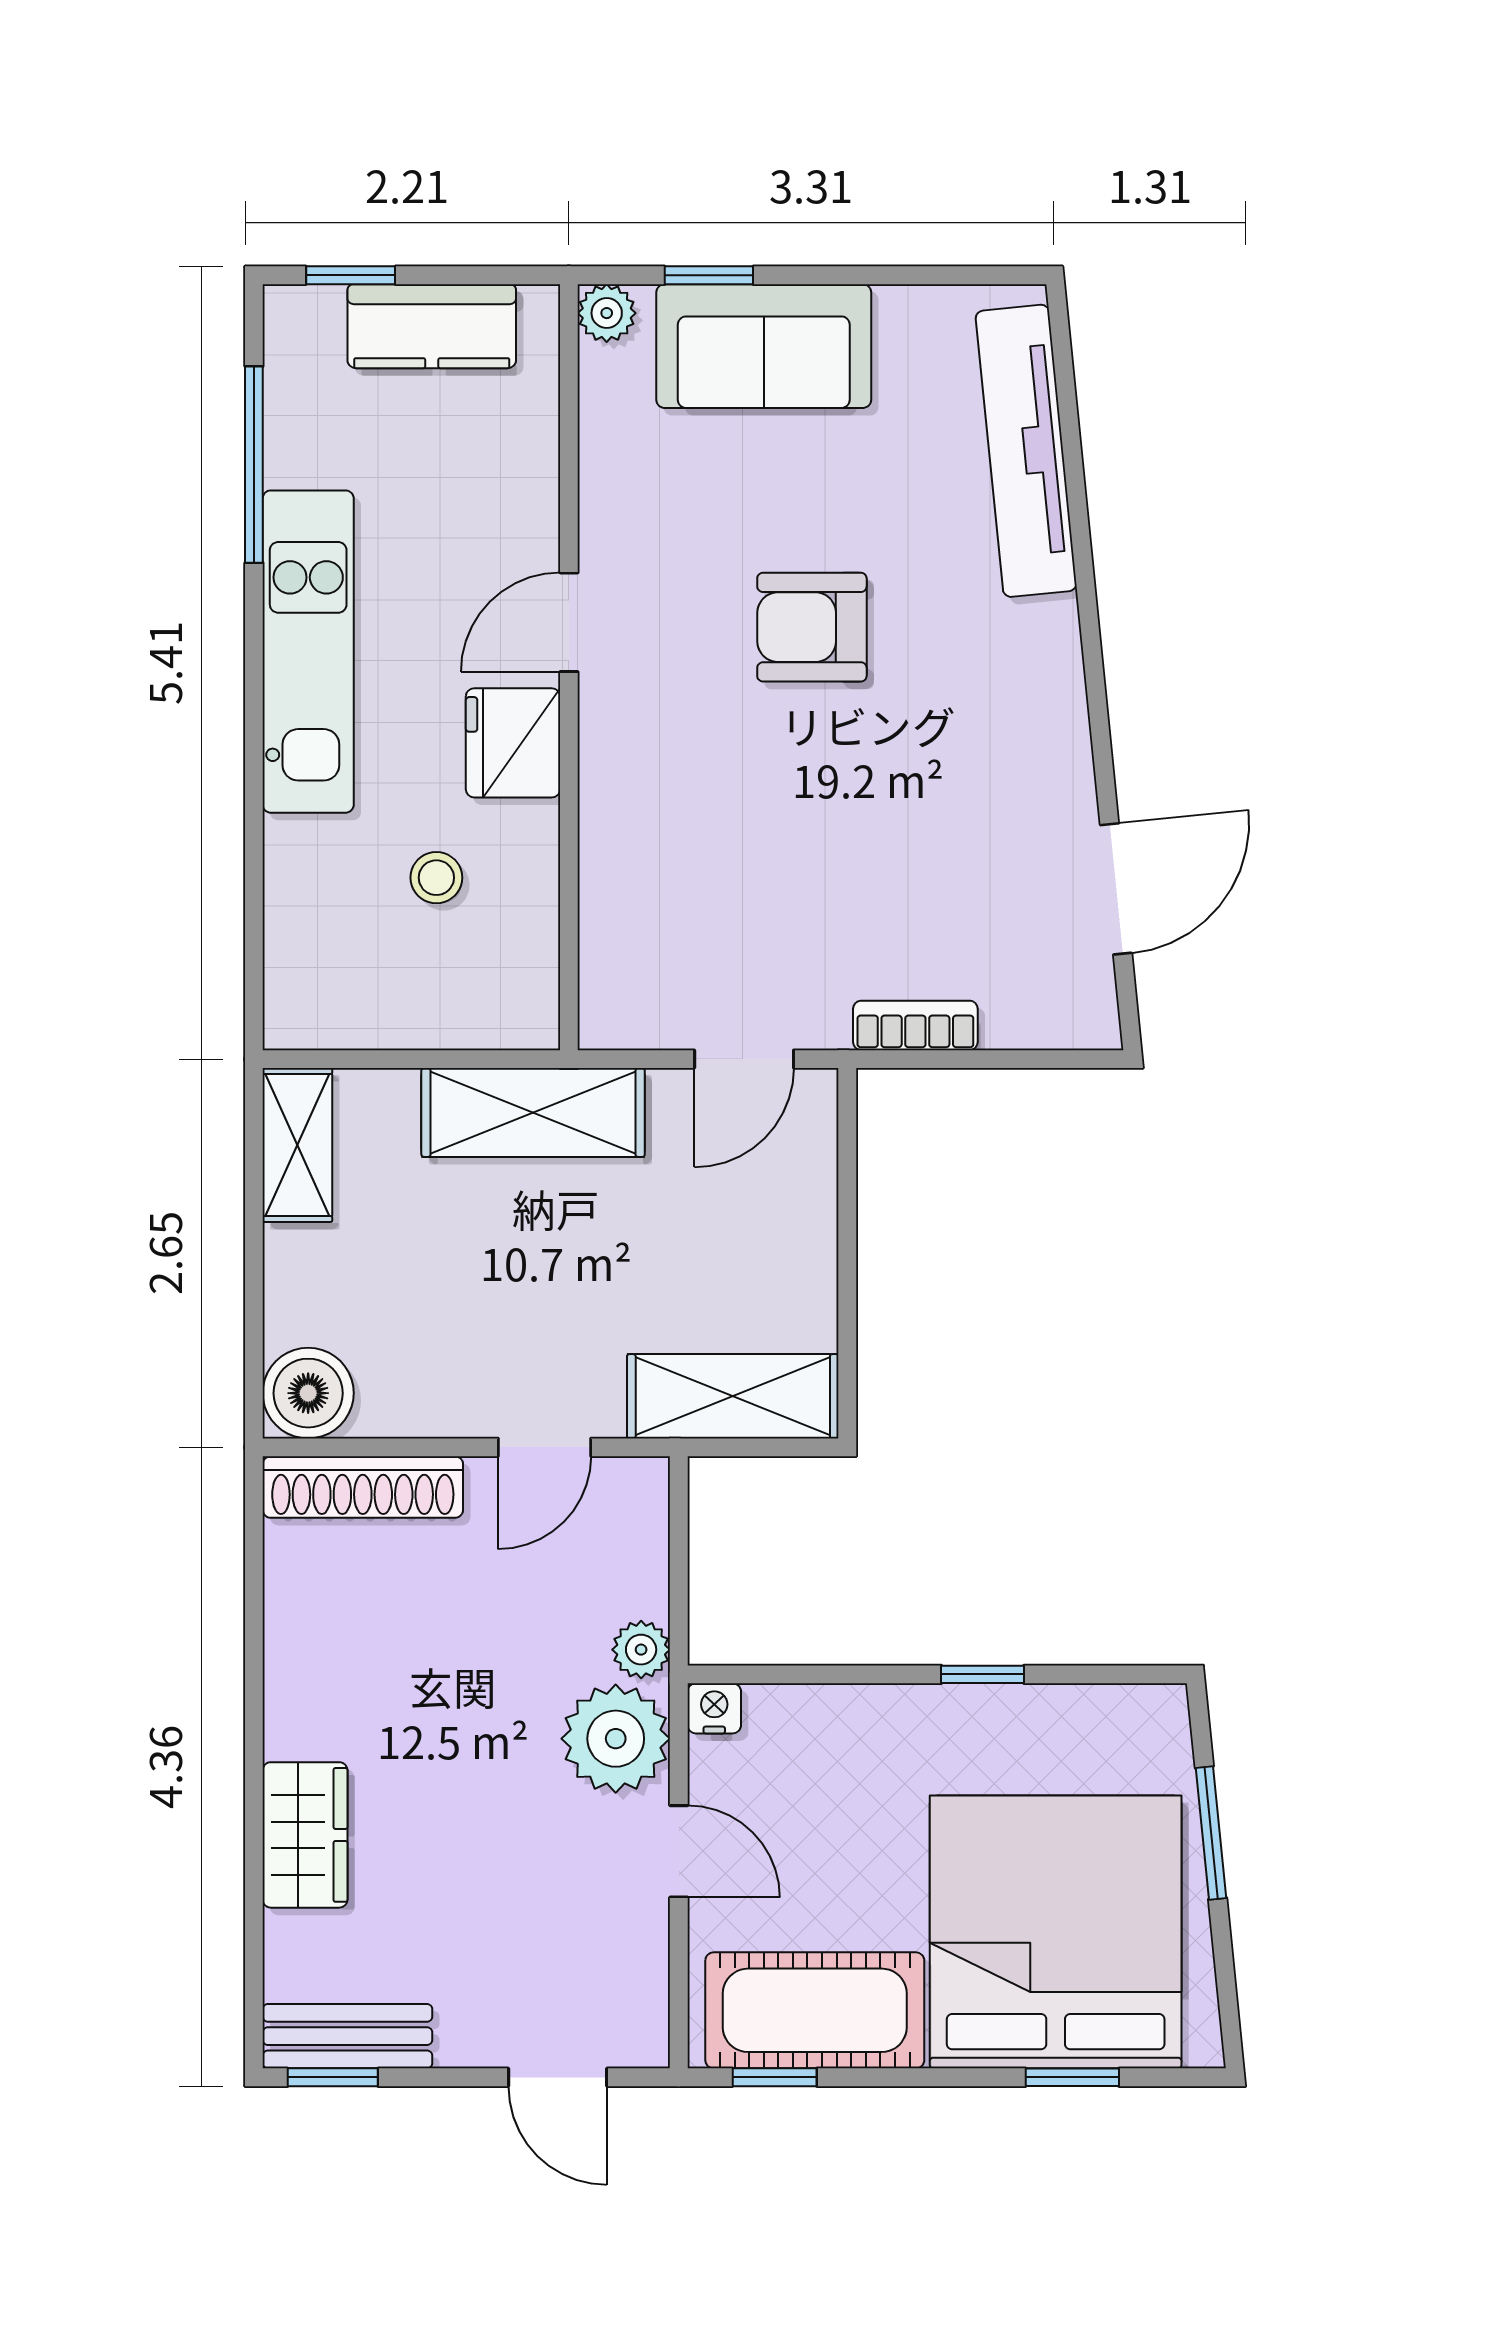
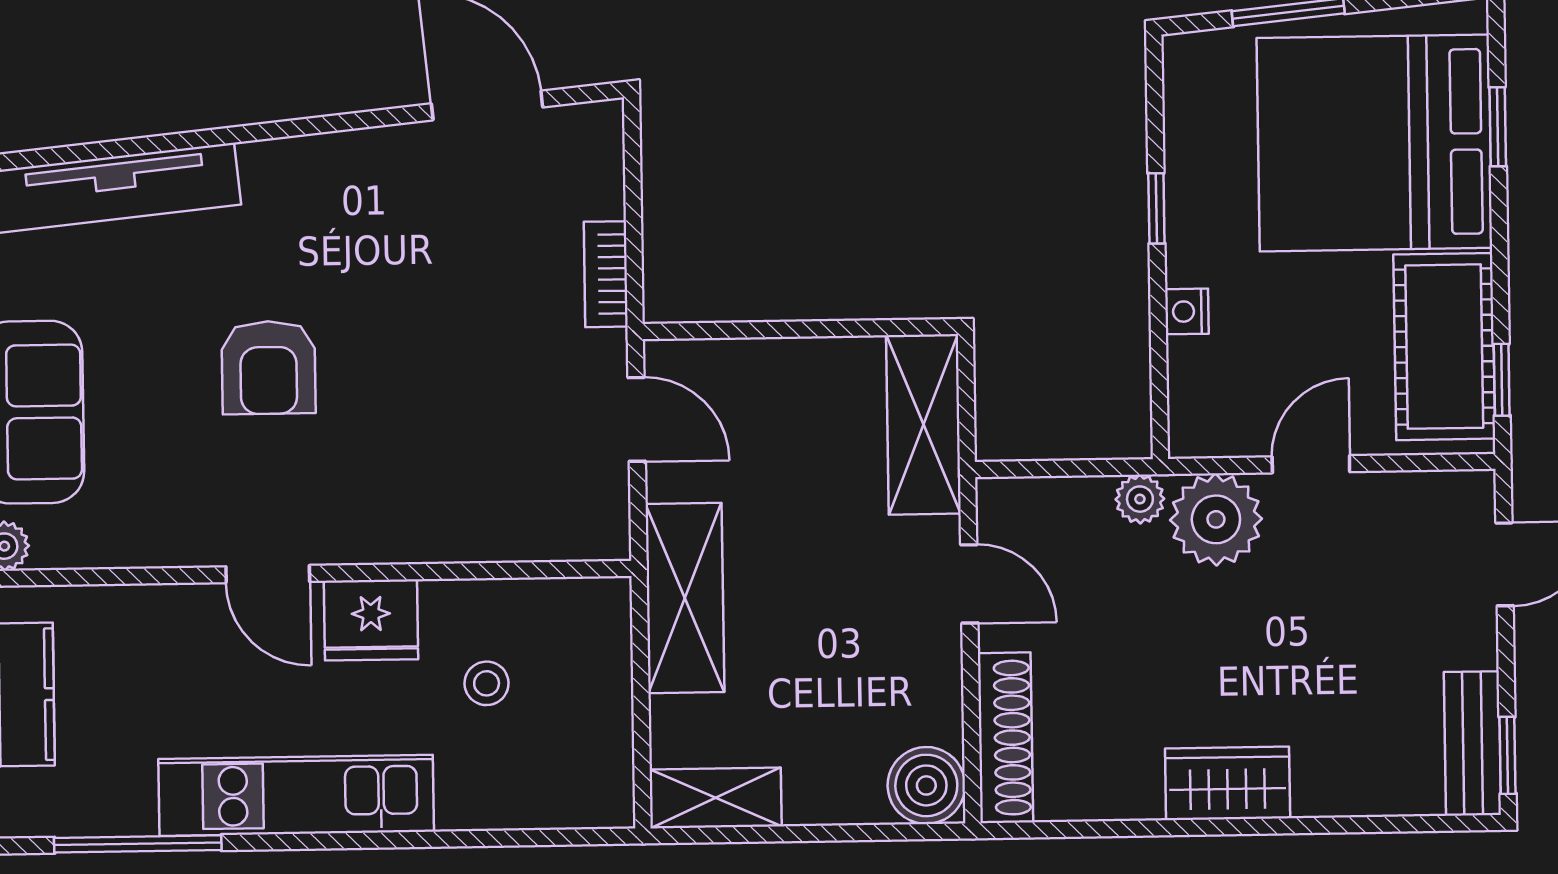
nightstand: (714, 1708) -> (1187, 311), moved
wardrobe: (305, 1835) -> (1228, 783), moved

